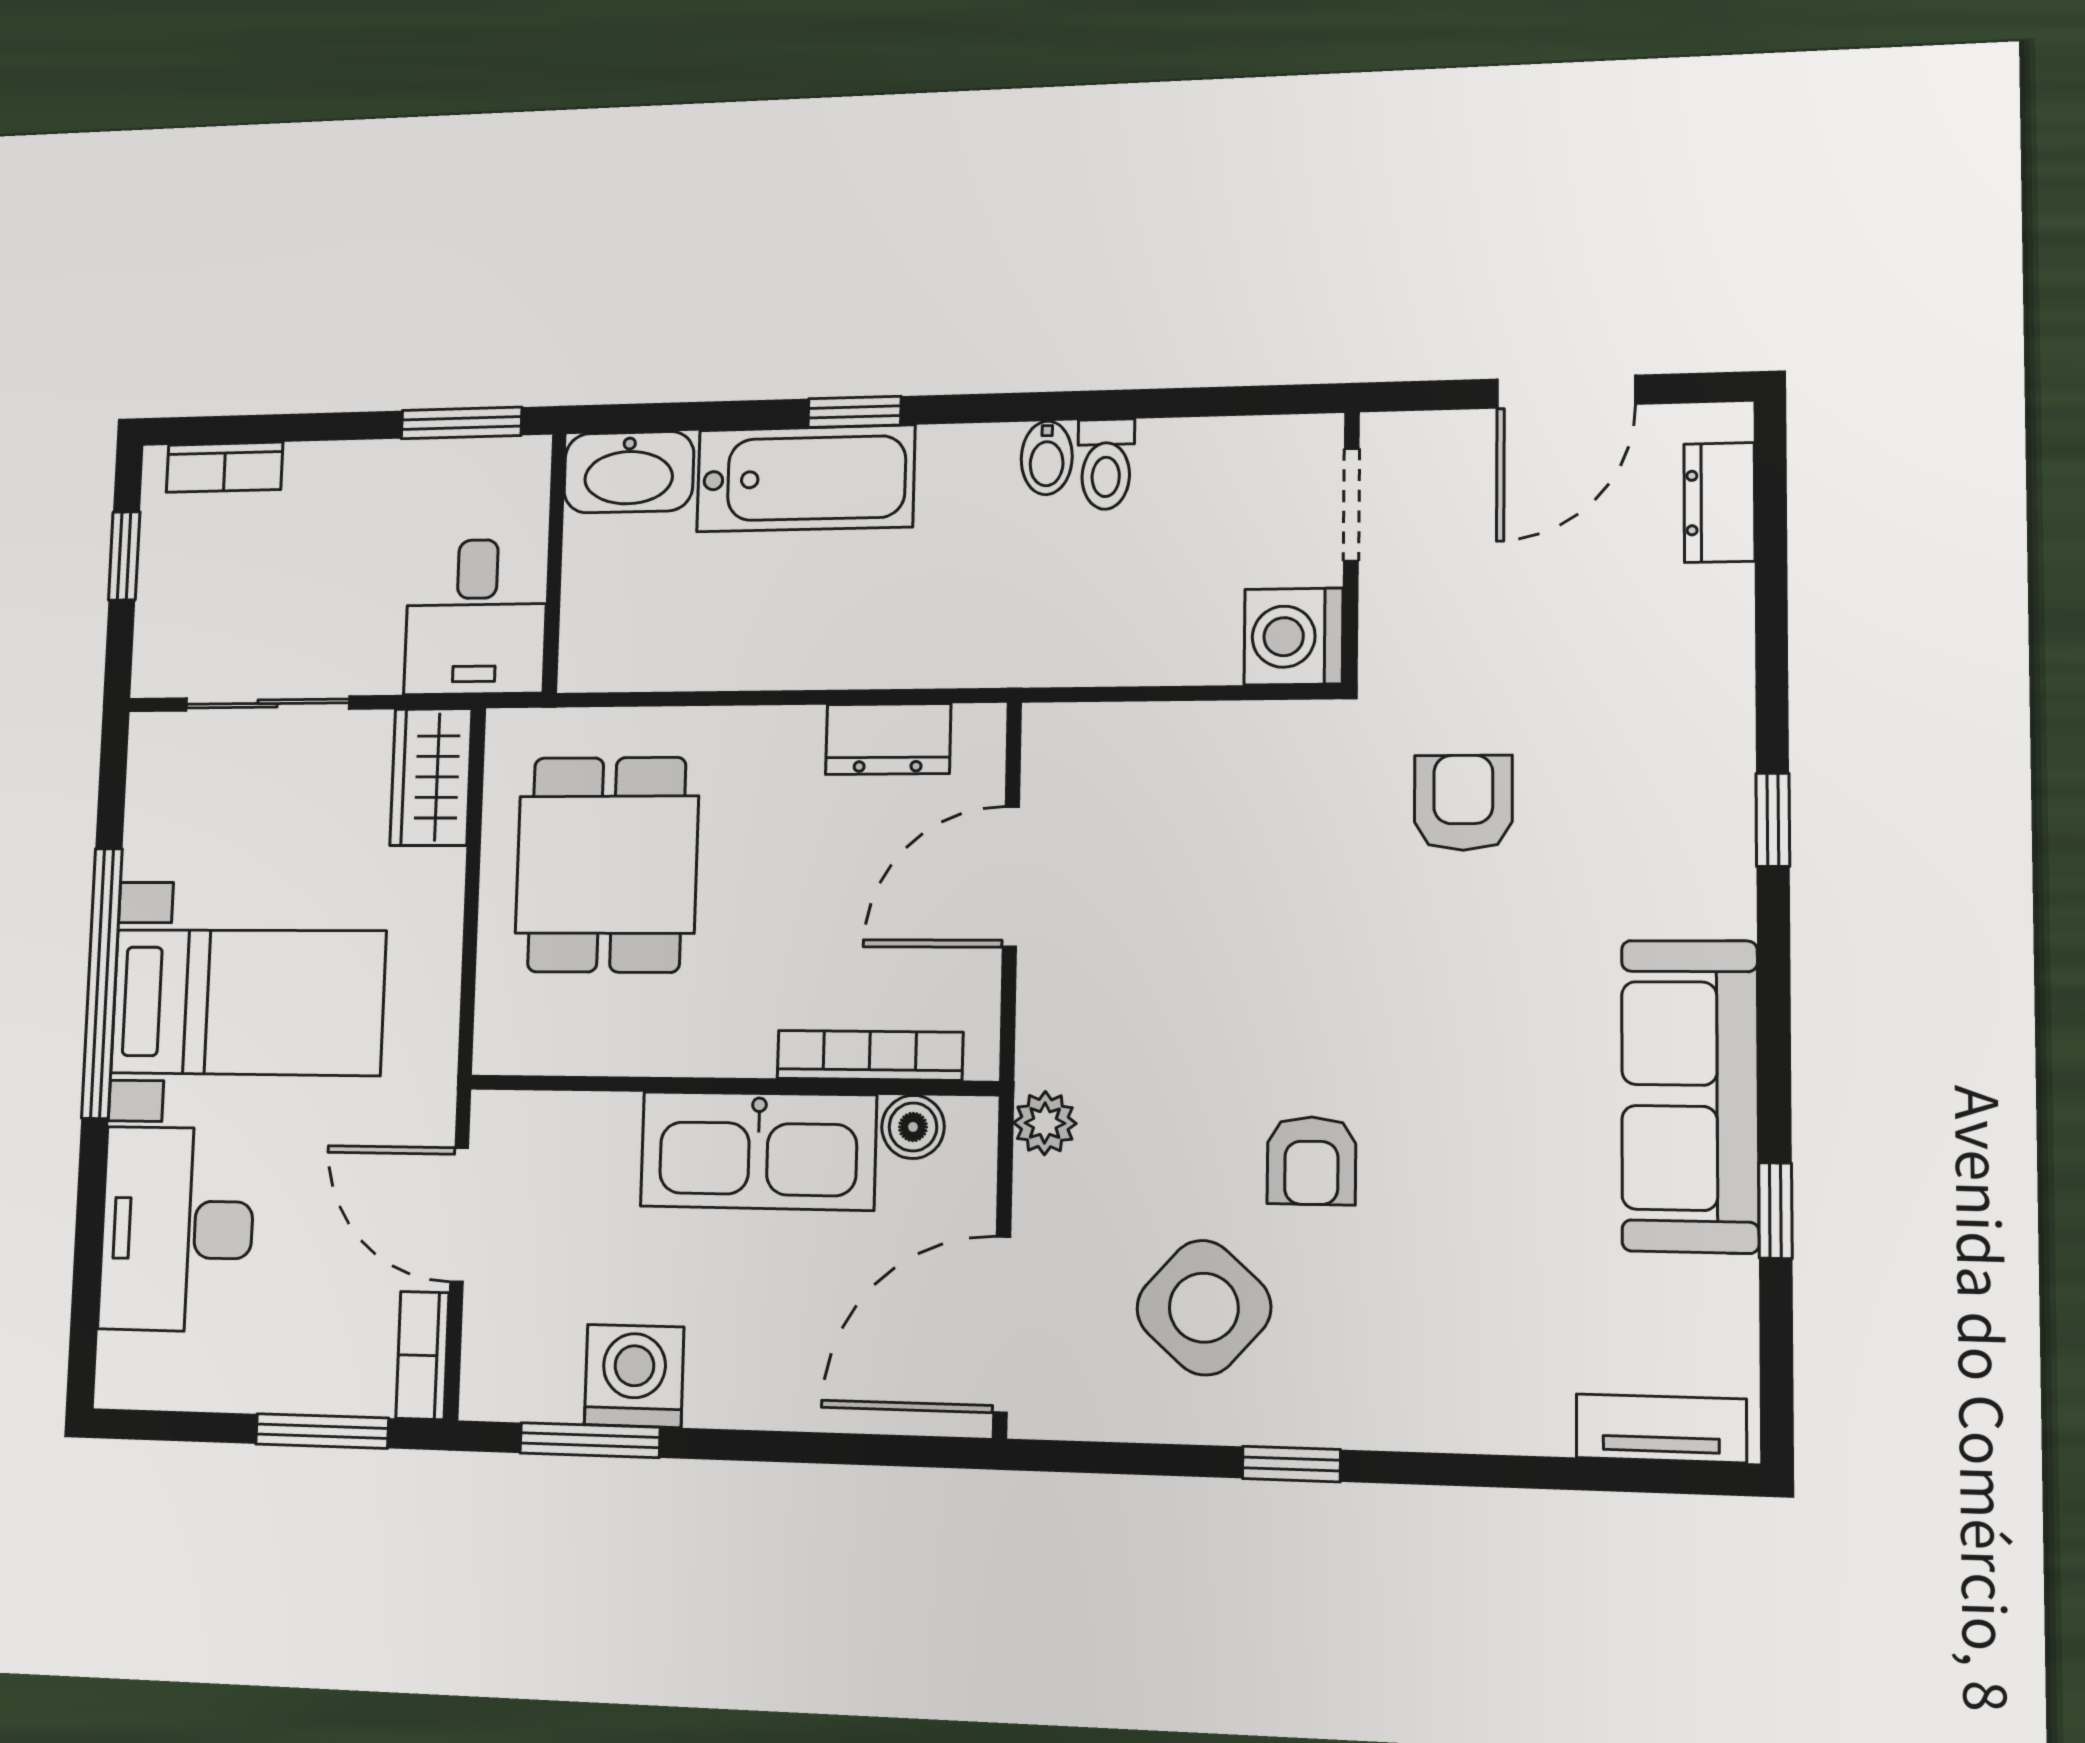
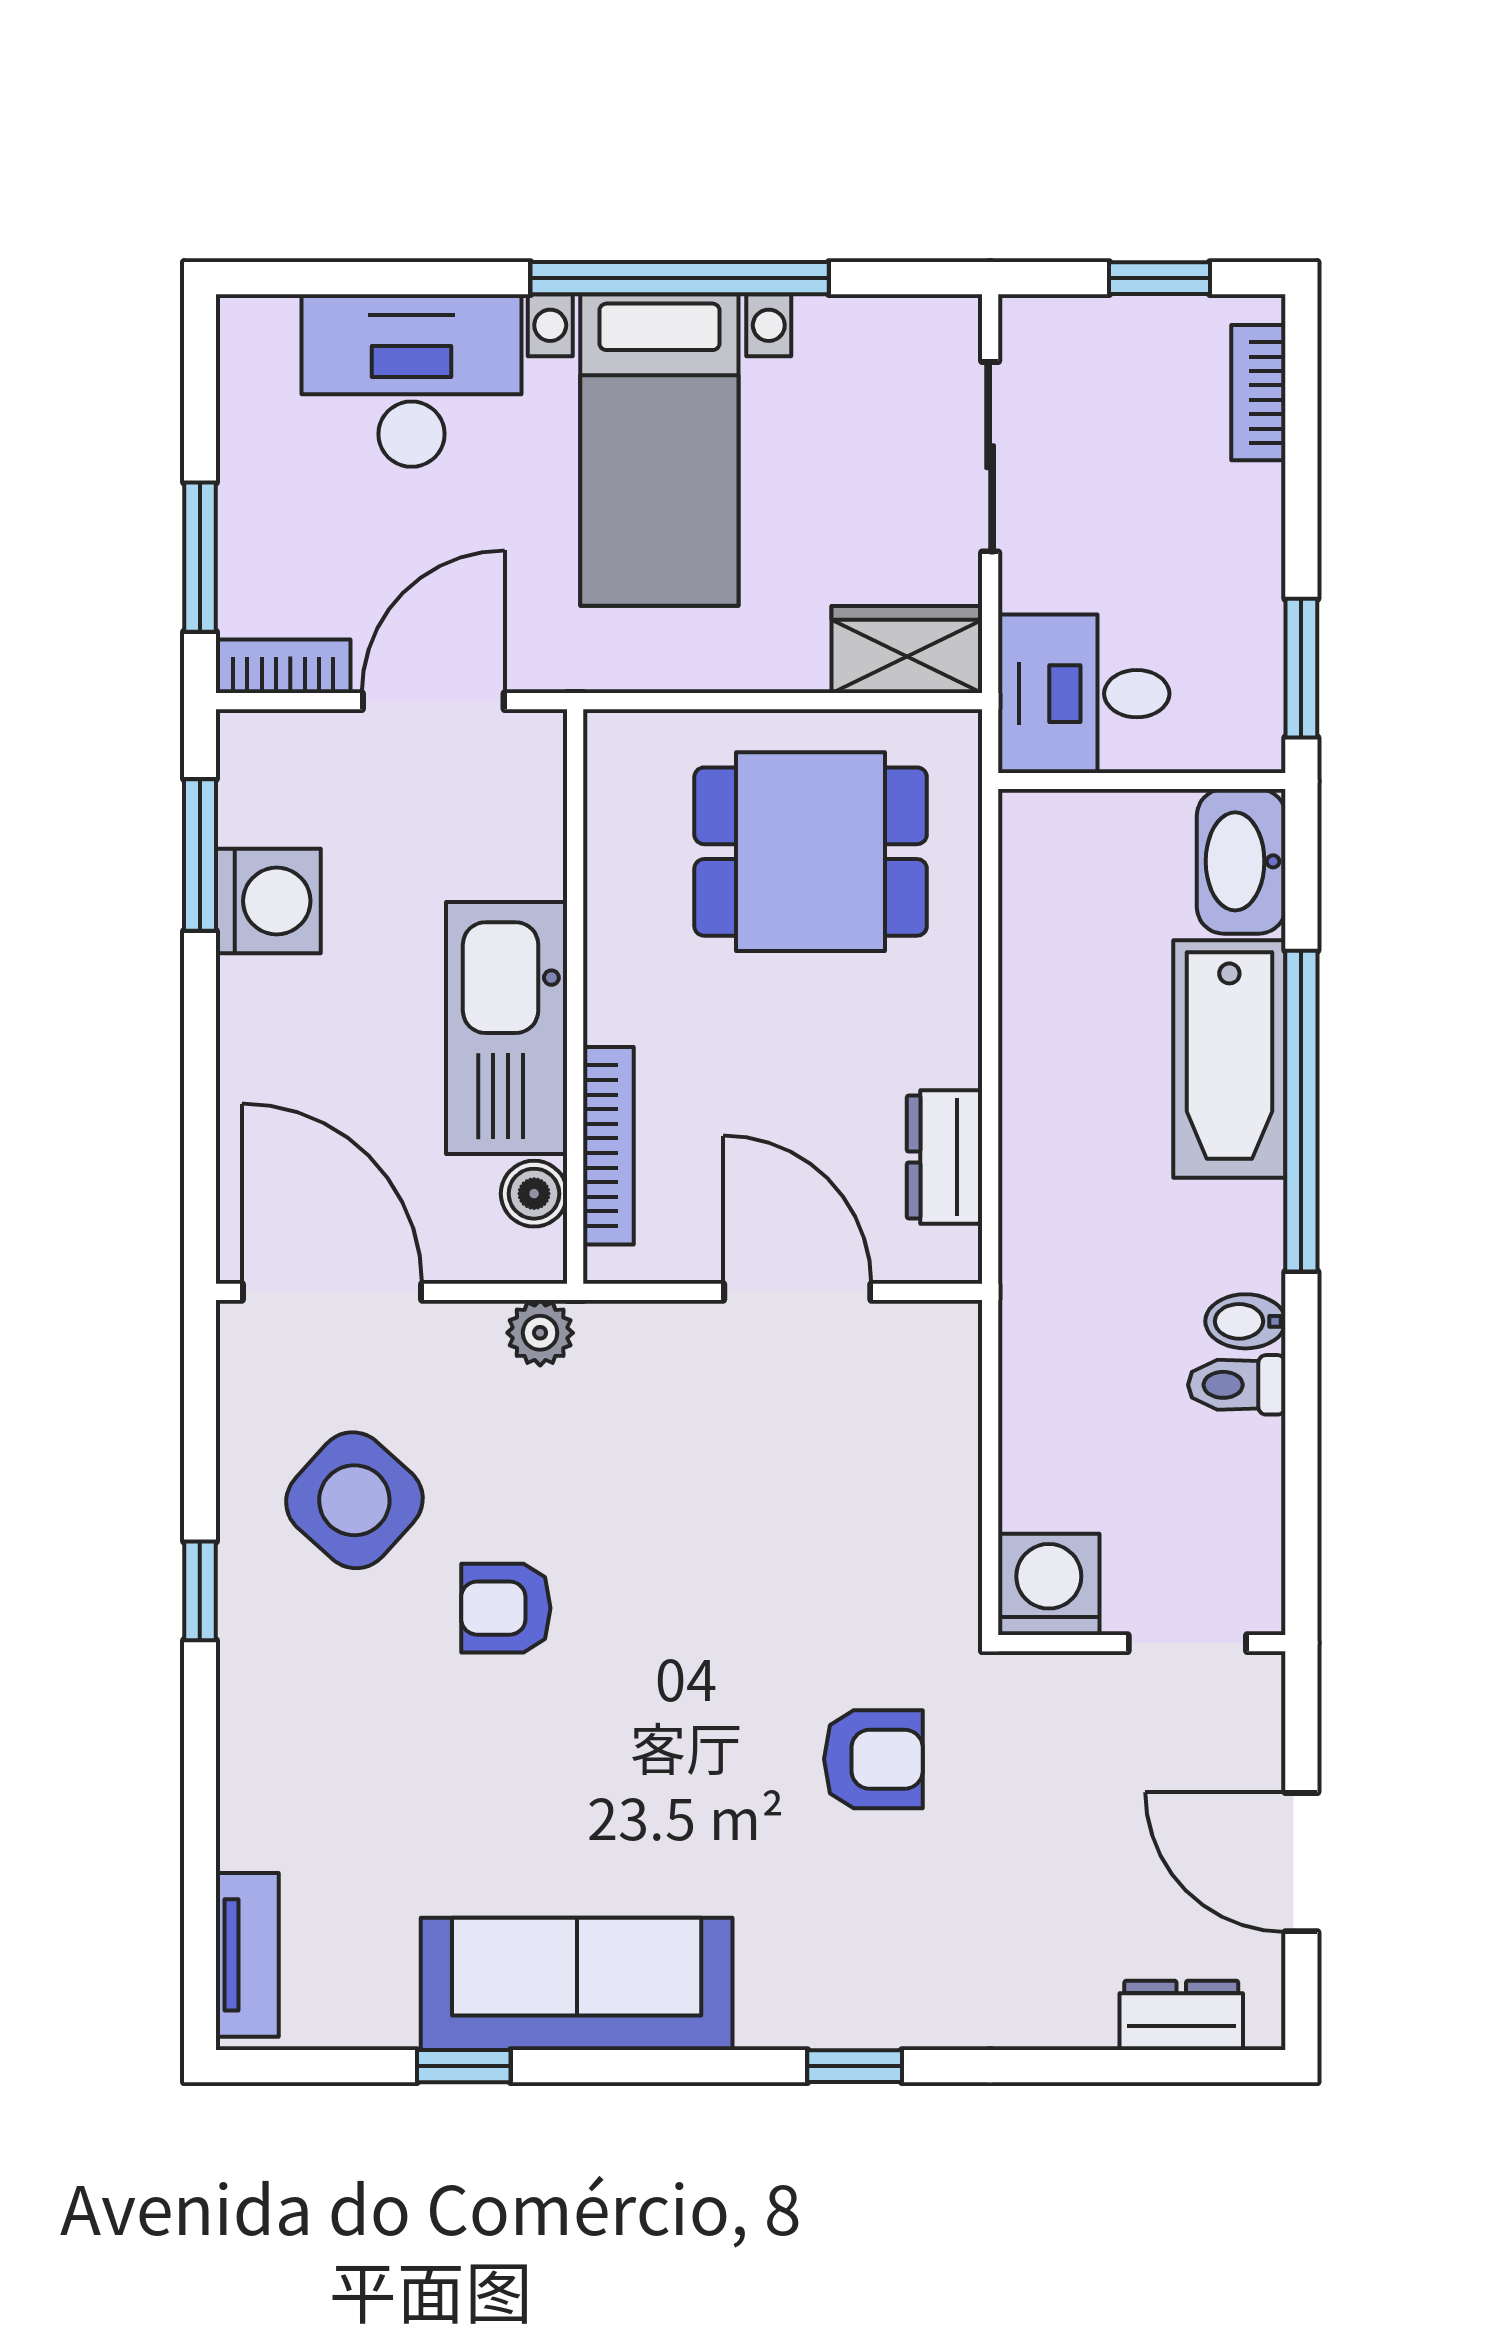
window: (855, 412) -> (1301, 1111), width x3.17

